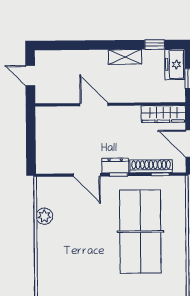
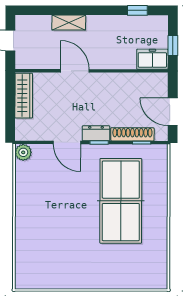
shelving: (125, 57) -> (69, 23), moved
freezer: (175, 64) -> (152, 59), moved, turned 90
wardrobe: (163, 114) -> (24, 96), moved, turned -90
plant: (44, 216) -> (23, 152), moved

